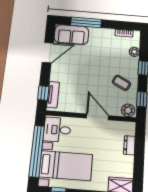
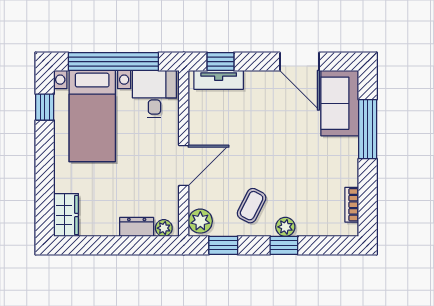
plant: (134, 52) -> (285, 227), moved
plant: (131, 130) -> (164, 228), added

